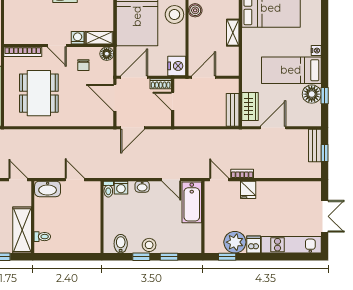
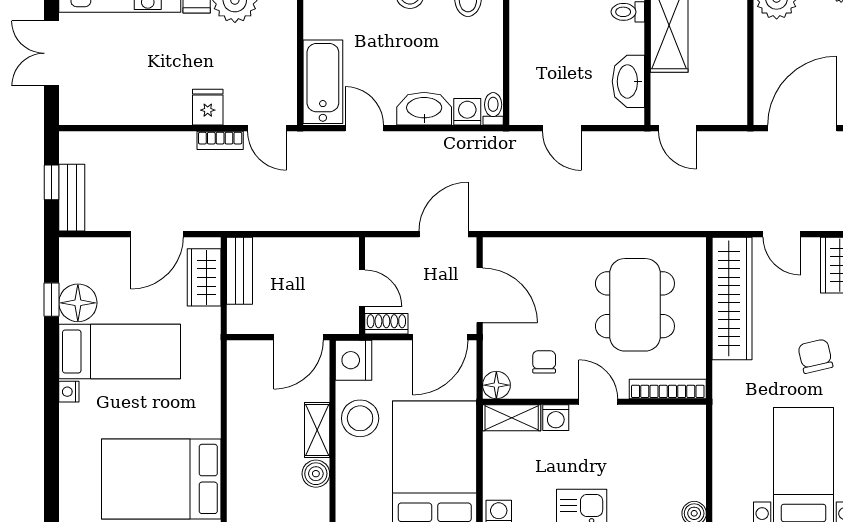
stool: (174, 14) -> (360, 418), moved
shelving: (233, 33) -> (317, 430), moved
washbasin: (142, 187) -> (424, 109), width x1.91, depth x1.45
washbasin: (48, 189) -> (628, 81), moved, turned -90

